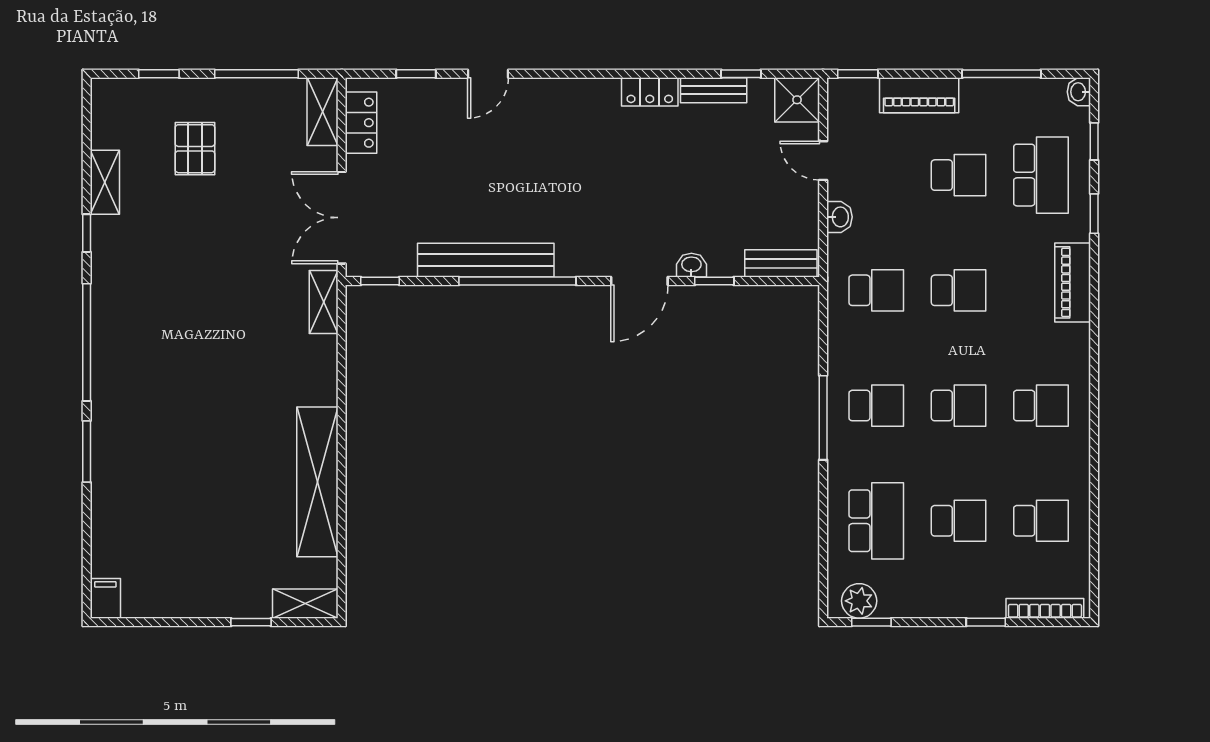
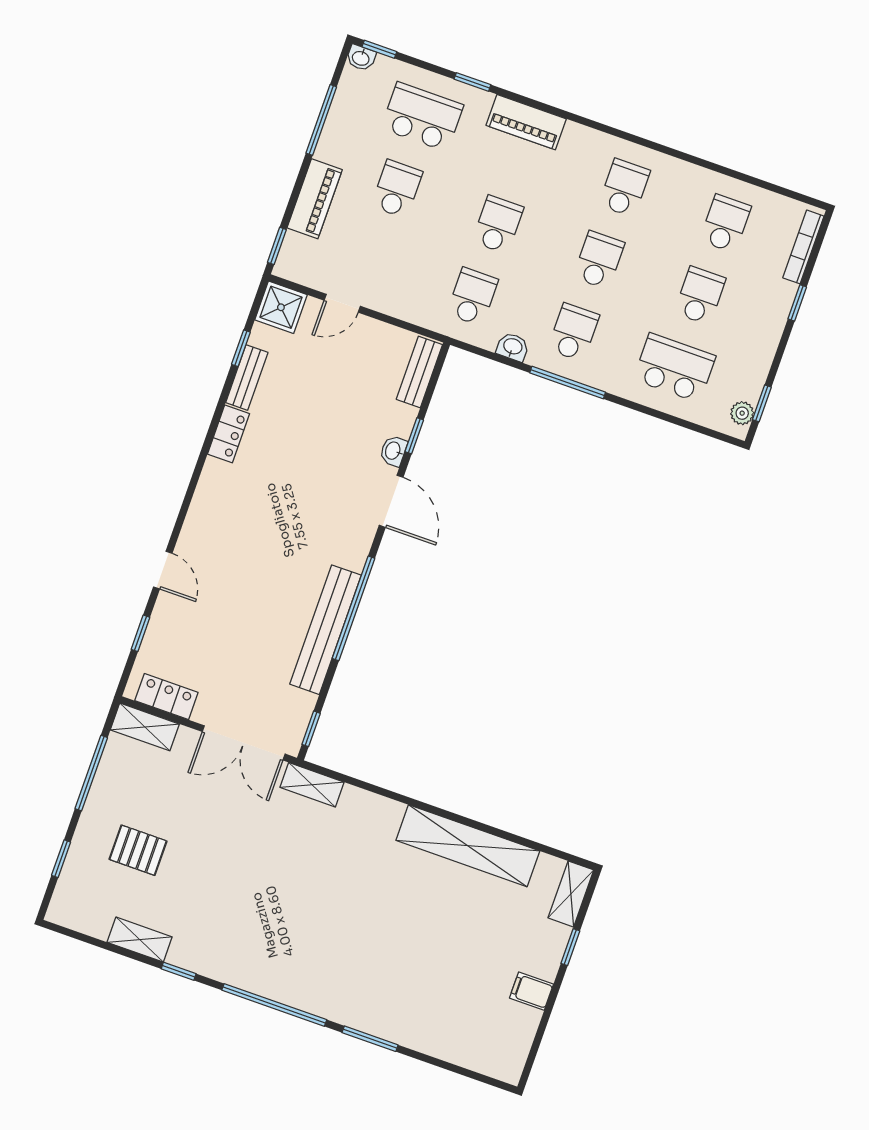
window: (1094, 141) -> (379, 49), moved
washbasin: (840, 217) -> (513, 347), moved
filing cabinet: (105, 598) -> (531, 991), moved
plant: (859, 601) -> (742, 413), width x0.73, depth x0.73

